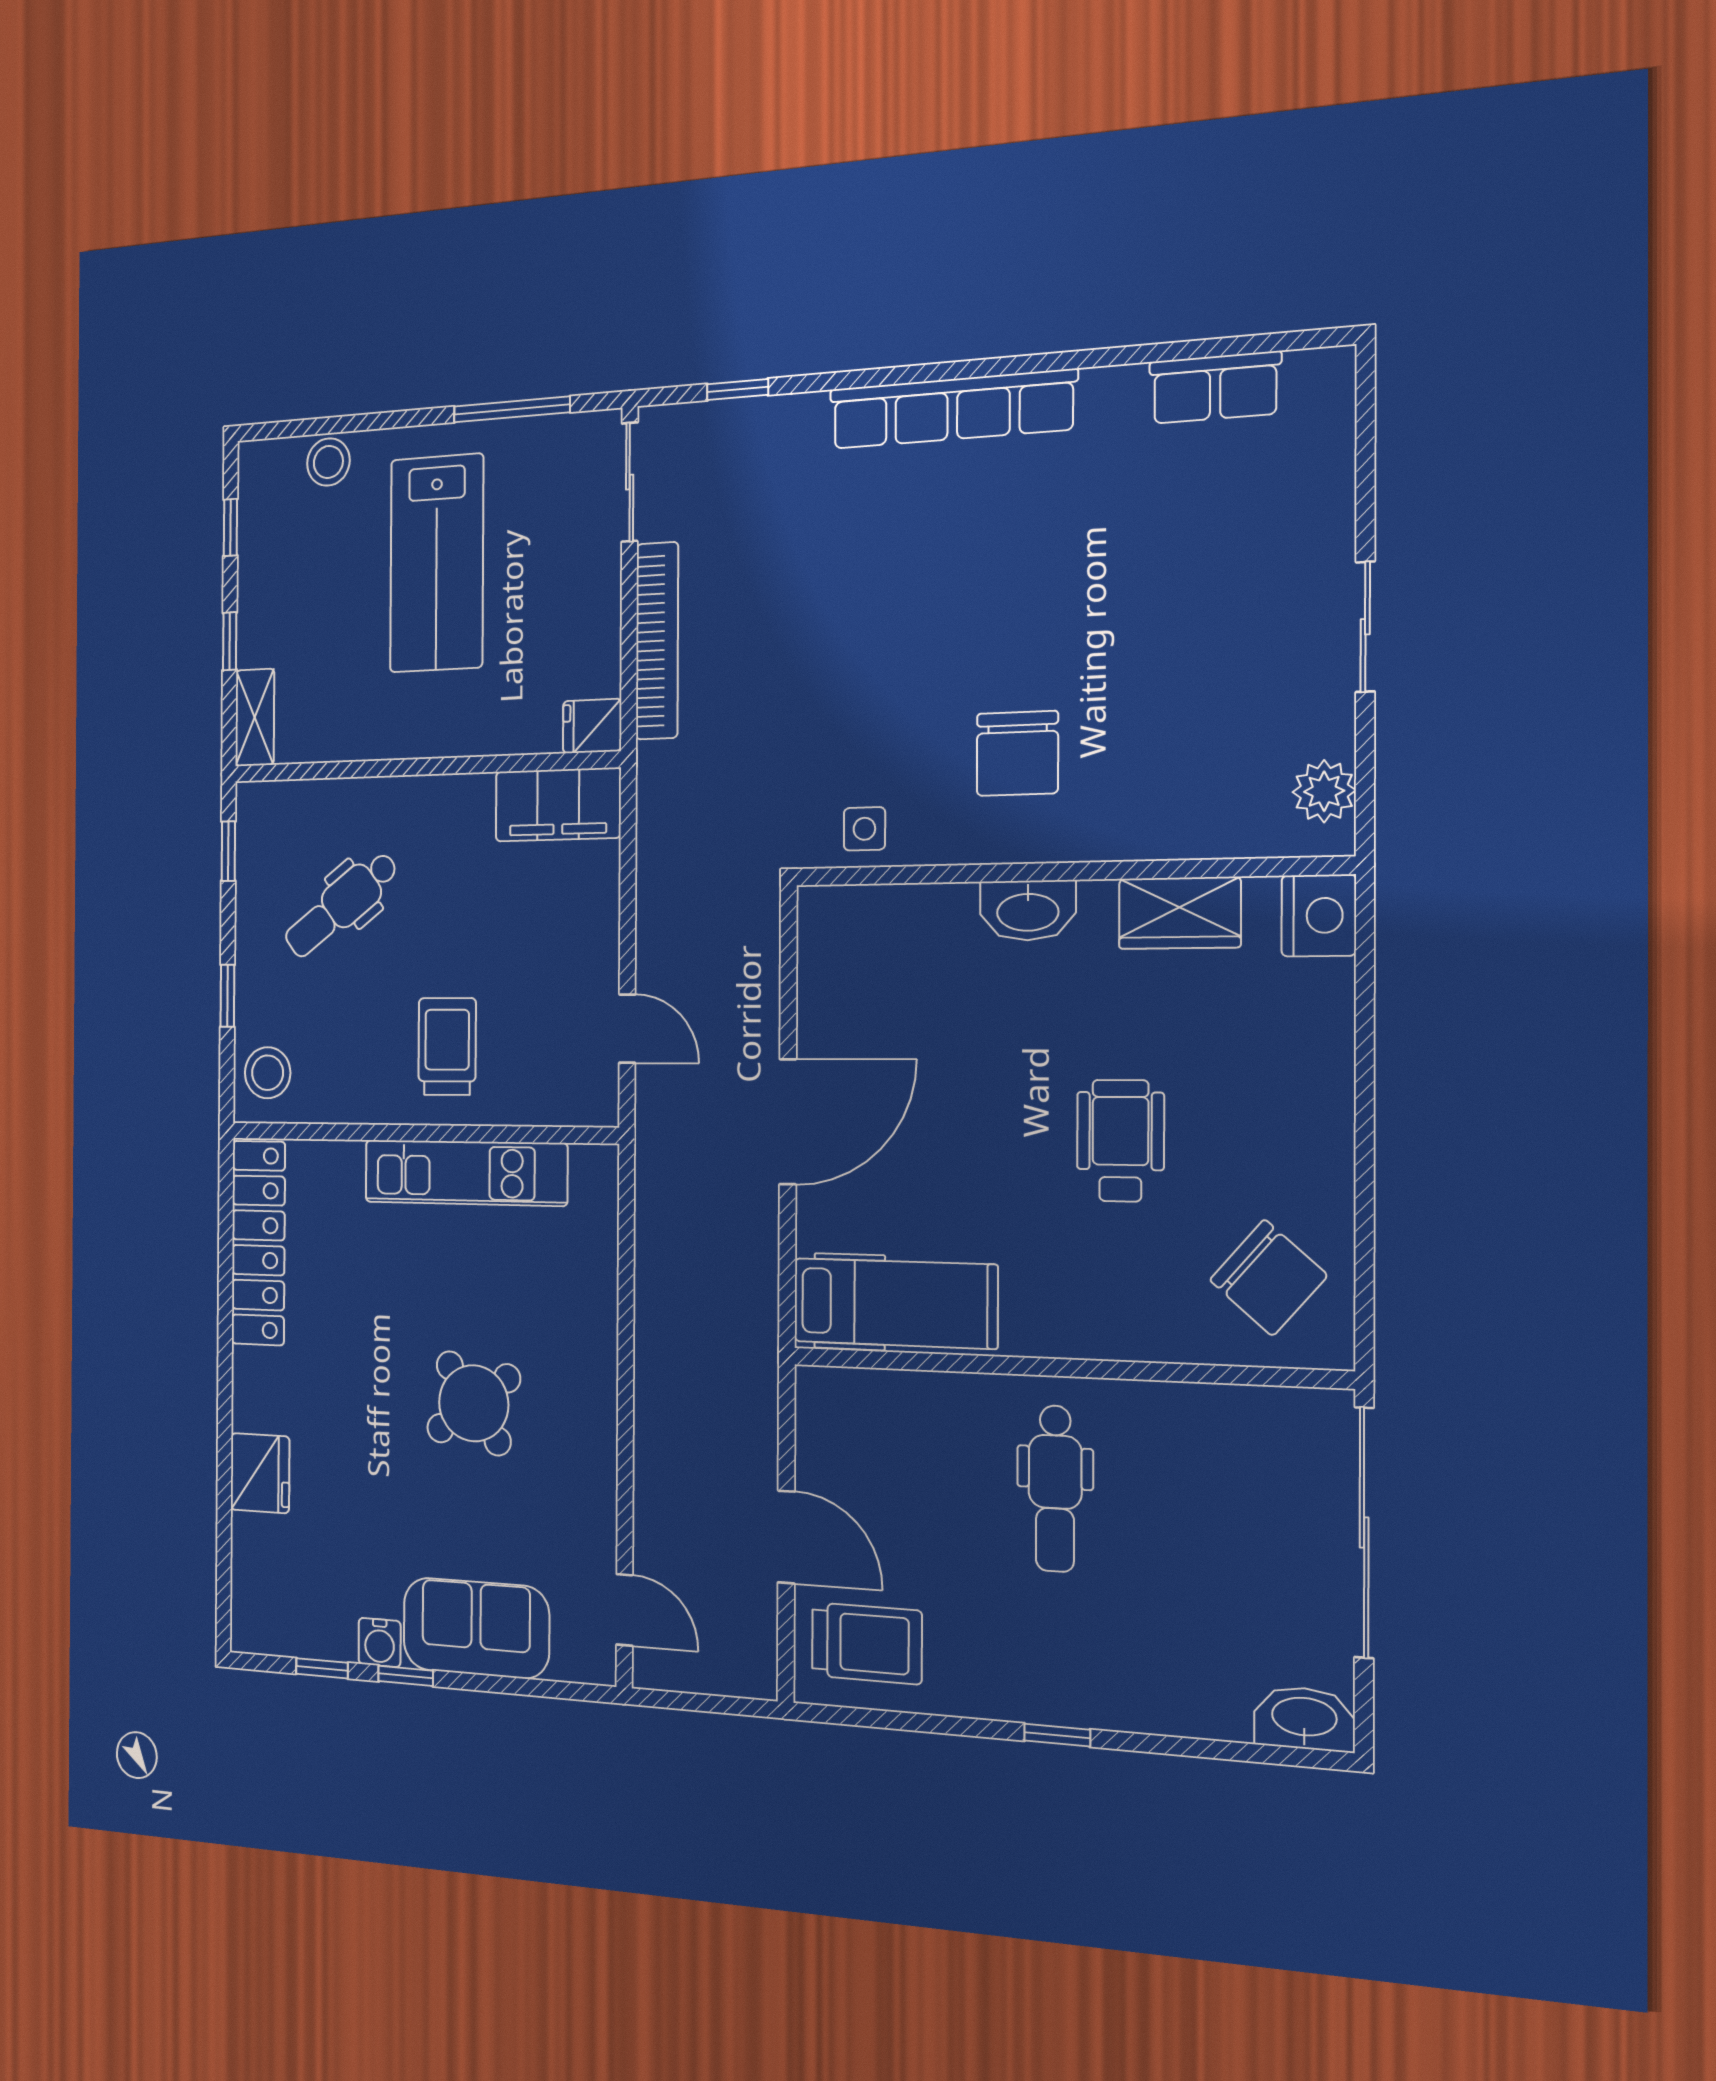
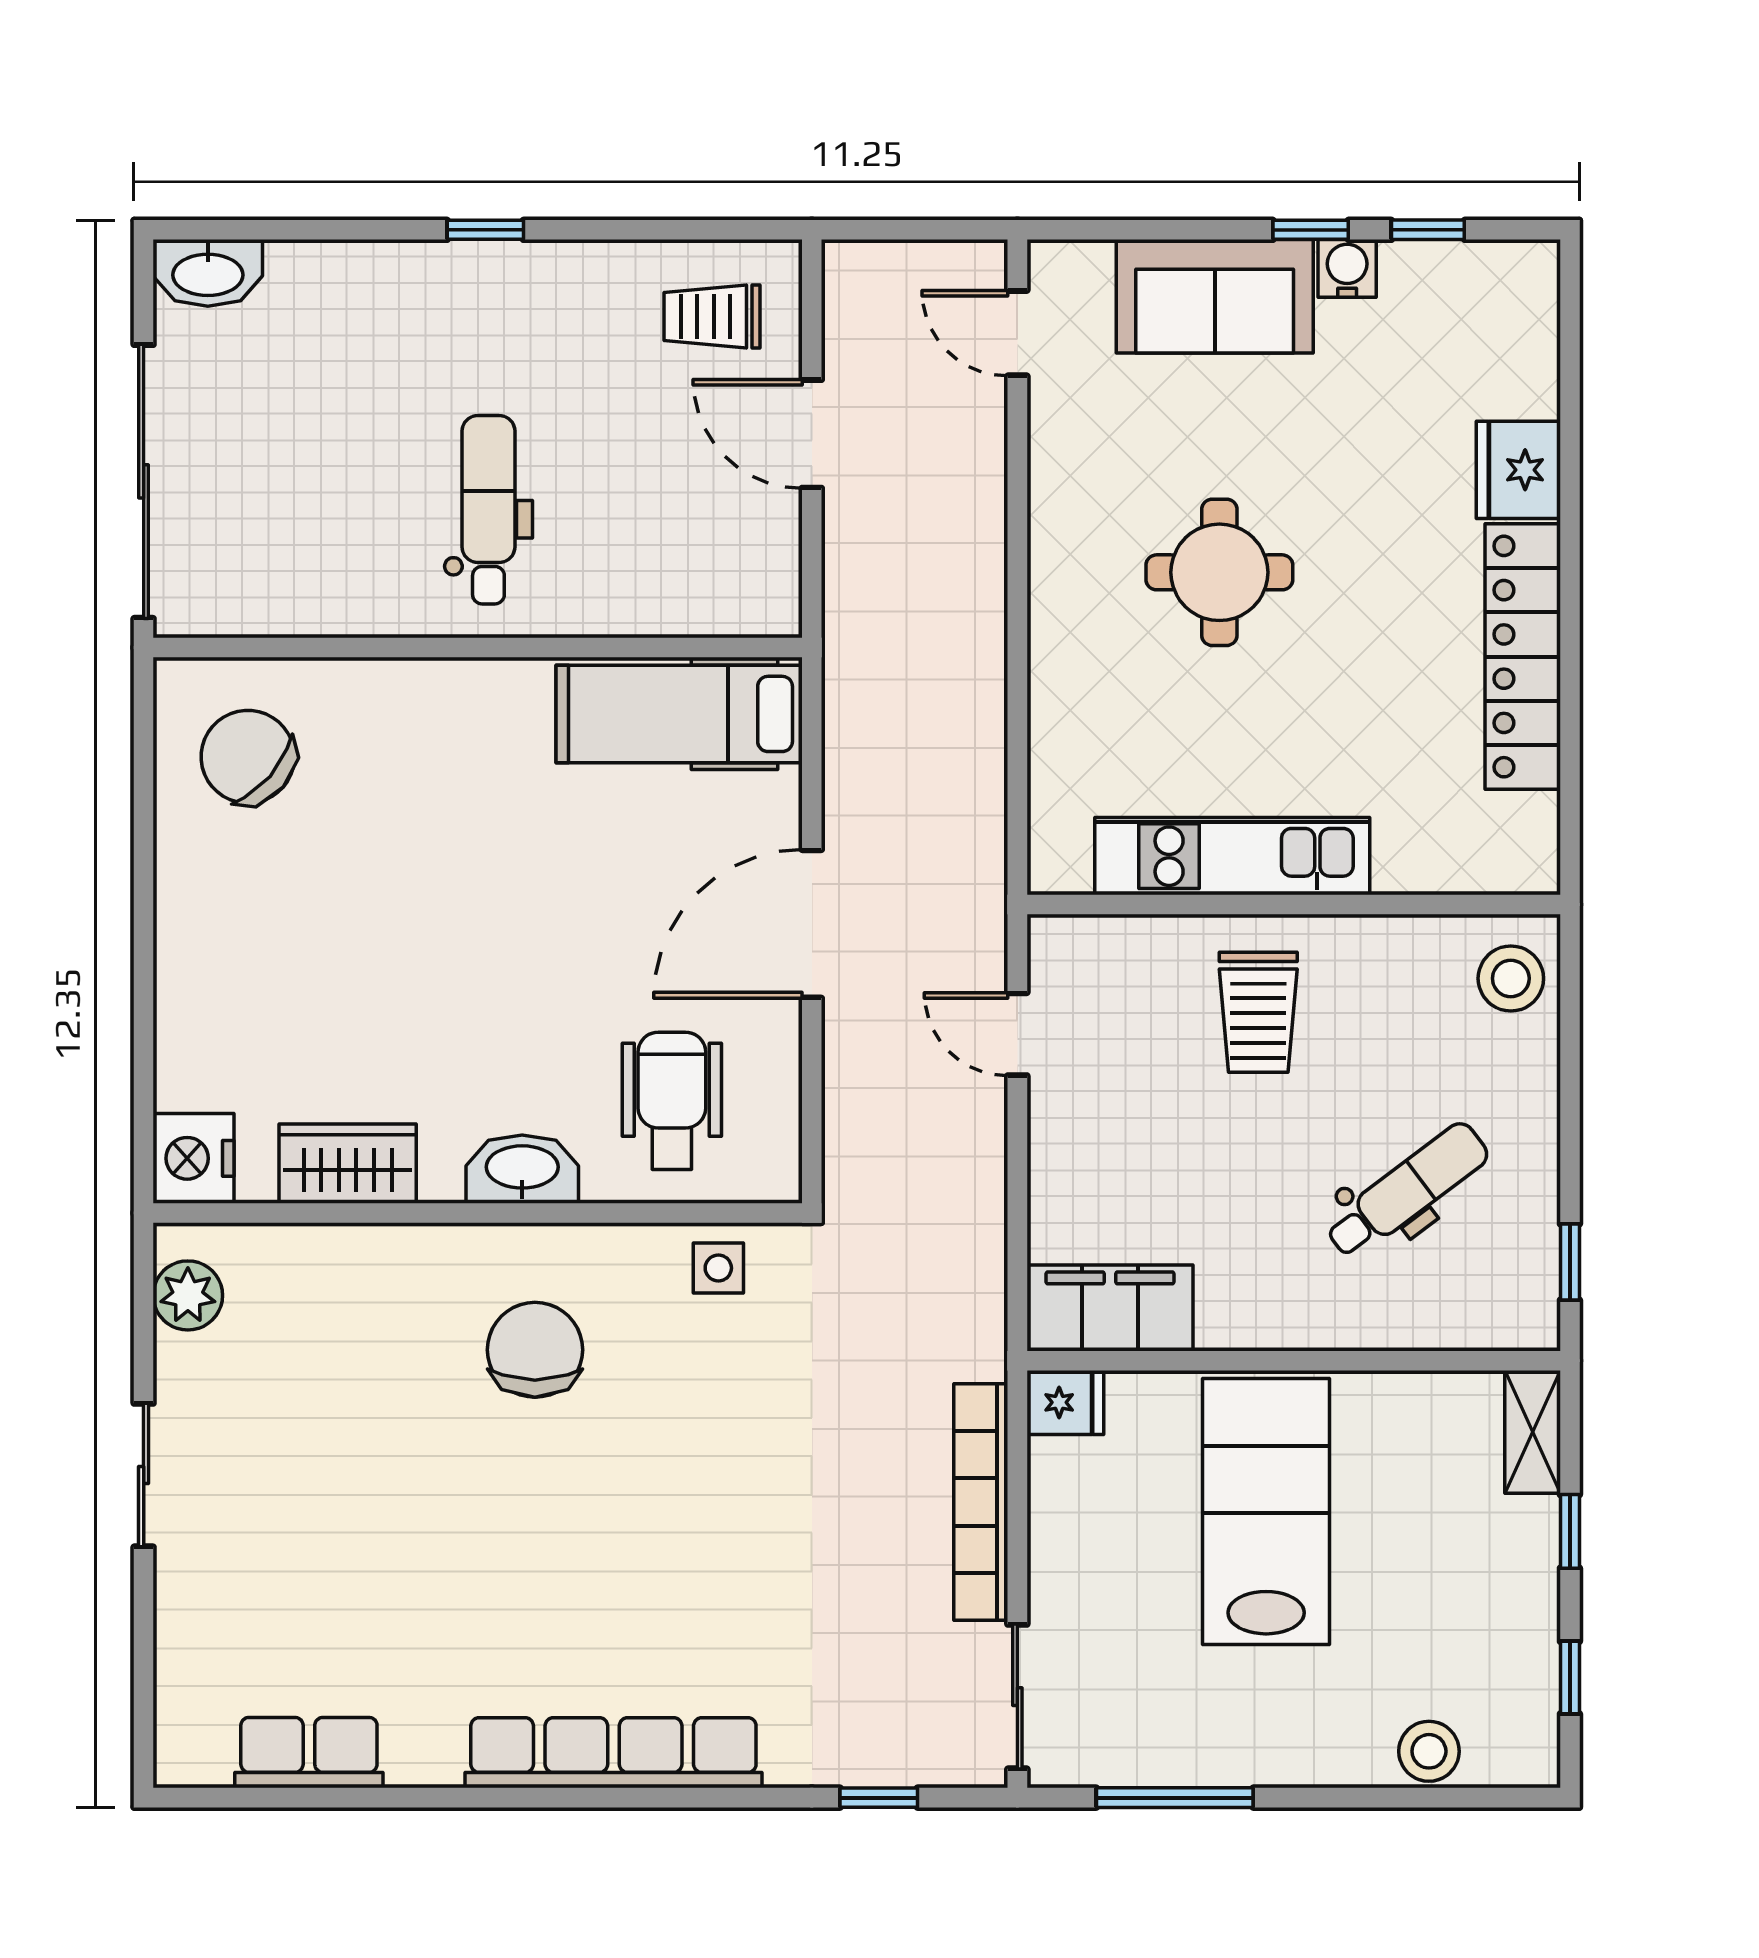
lab bench: (437, 563) -> (1266, 1512), moved
window: (227, 996) -> (1570, 1077), removed
wheelchair: (1120, 1141) -> (672, 1101), moved, turned 180
locker: (258, 1243) -> (1523, 657), moved
round table: (474, 1403) -> (1219, 572), turned 36
trolley: (867, 1643) -> (712, 317), width x0.73, depth x0.72

